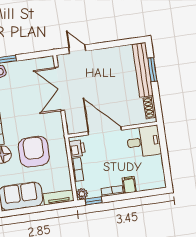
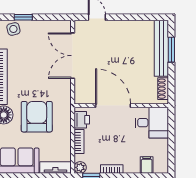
filing cabinet: (129, 185) -> (147, 165), moved

